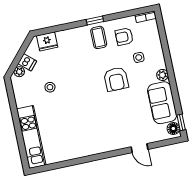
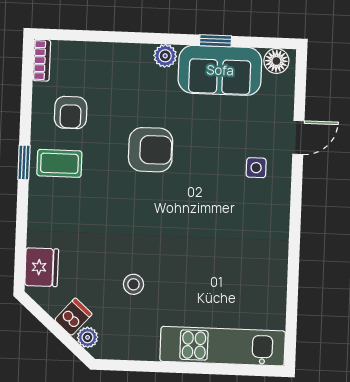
side table: (139, 57) -> (256, 168), moved
window: (181, 122) -> (215, 41), moved

